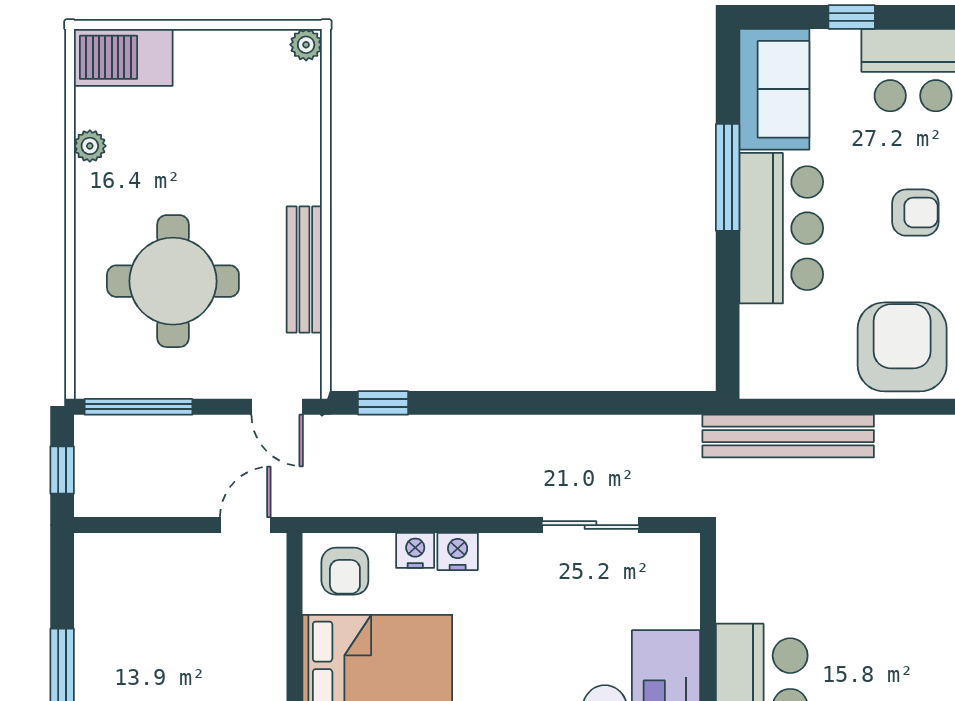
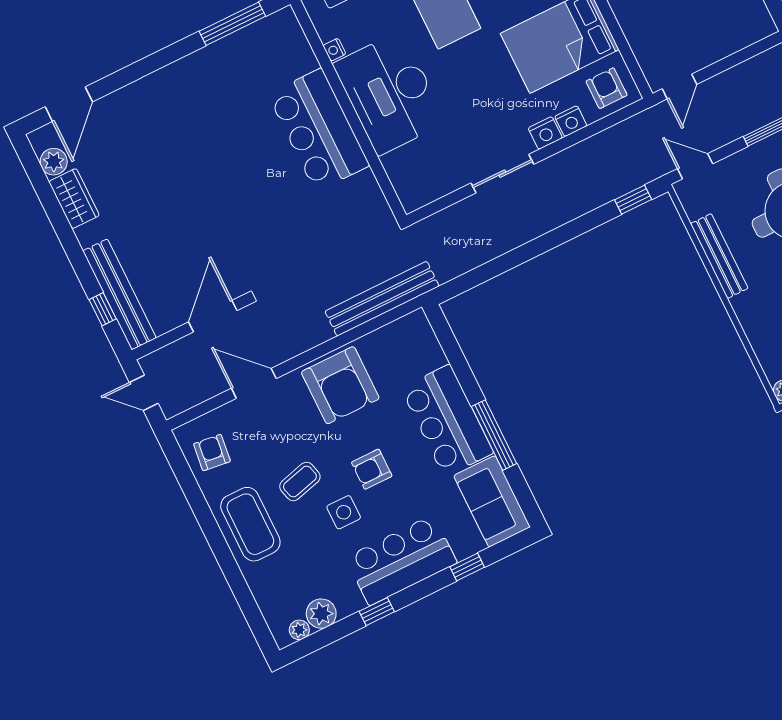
sliding door: (590, 525) -> (502, 174), moved

